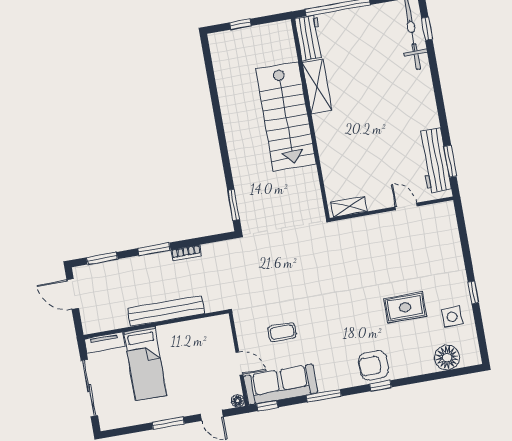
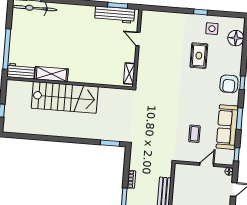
door: (406, 206) -> (138, 39), hinge flipped
sofa: (281, 384) -> (227, 127), moved

